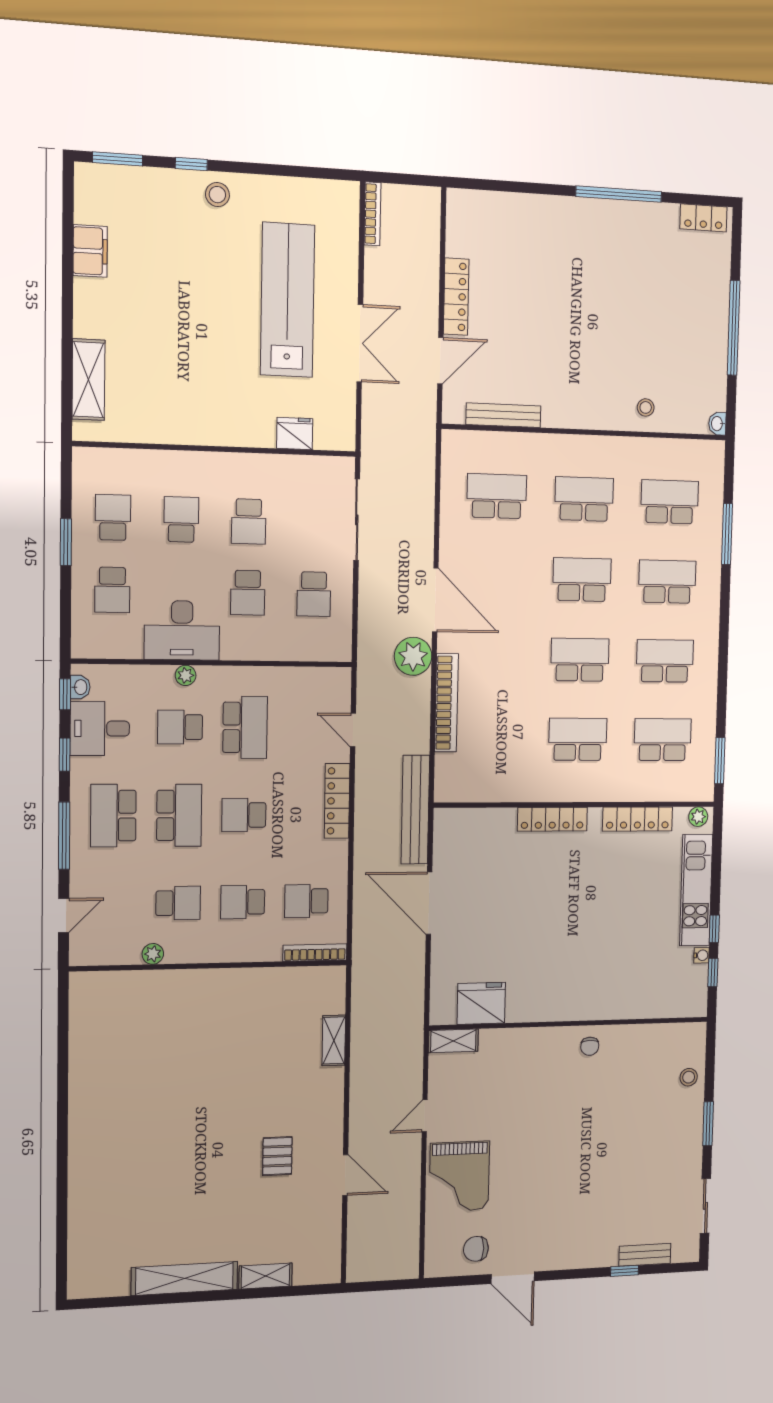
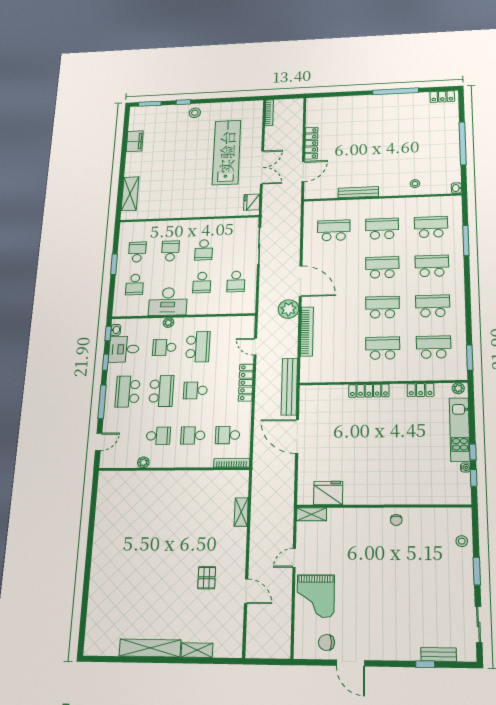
bench: (503, 415) -> (358, 192), moved
fridge: (295, 433) -> (252, 202), moved, turned -90
locker: (638, 819) -> (421, 390), width x0.66

